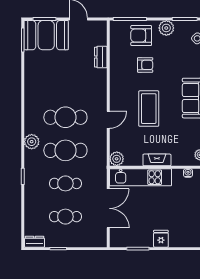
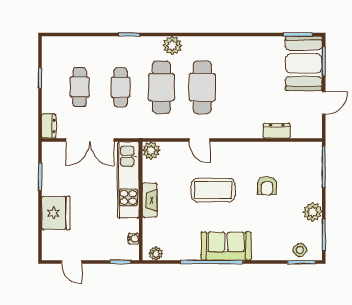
armchair: (141, 36) -> (303, 181), removed
fridge: (161, 239) -> (56, 213), width x1.88, depth x1.34
dresser: (35, 242) -> (49, 126), moved

